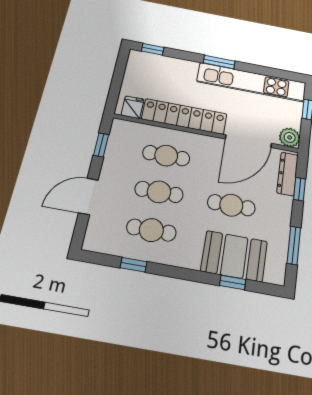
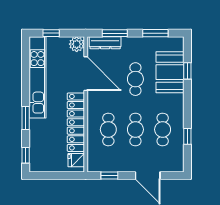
window: (219, 62) -> (26, 118), moved
window: (300, 189) -> (115, 33), width x1.50

